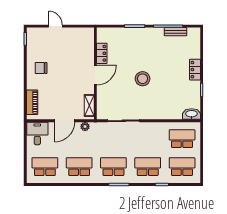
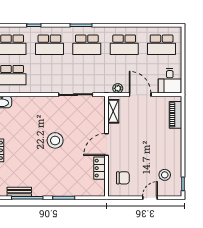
door: (55, 26) -> (150, 198), swing flipped
stool: (42, 47) -> (165, 175), added
chair: (41, 68) -> (123, 178), moved
door: (65, 121) -> (140, 95), hinge flipped

